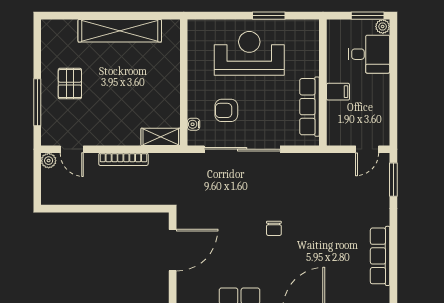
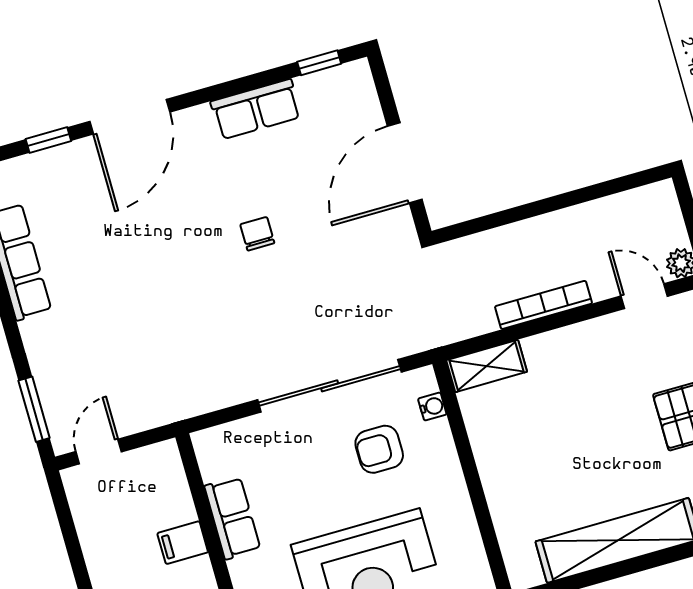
row of seats: (310, 107) -> (232, 518), width x0.68
armchair: (226, 110) -> (379, 449), turned 180
chair: (274, 228) -> (257, 234), moved

